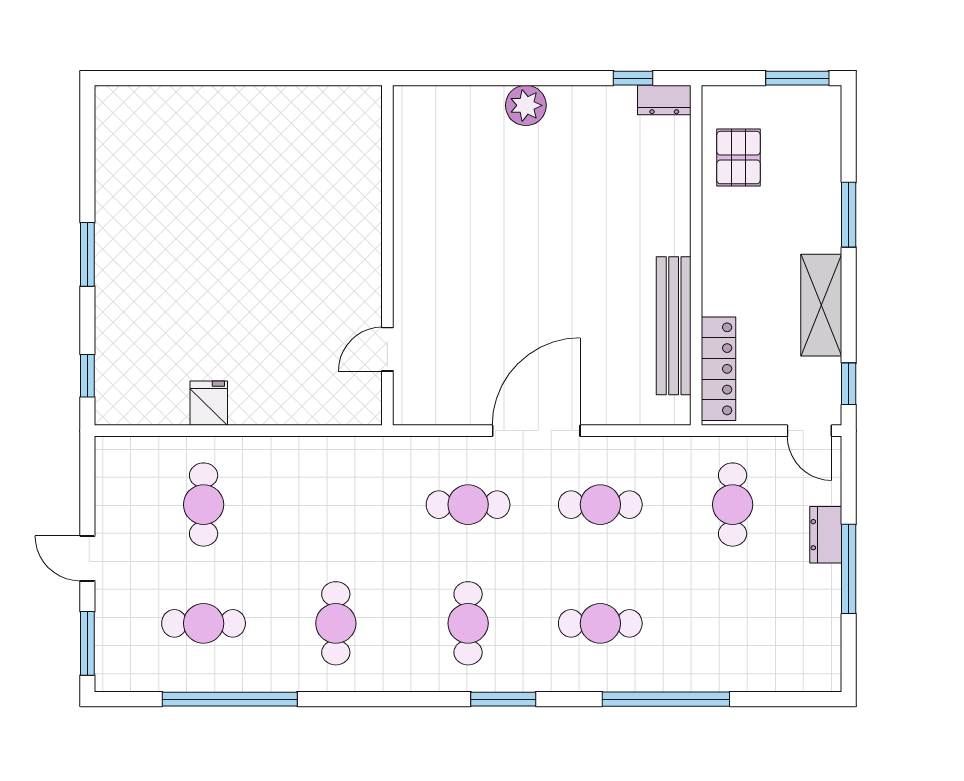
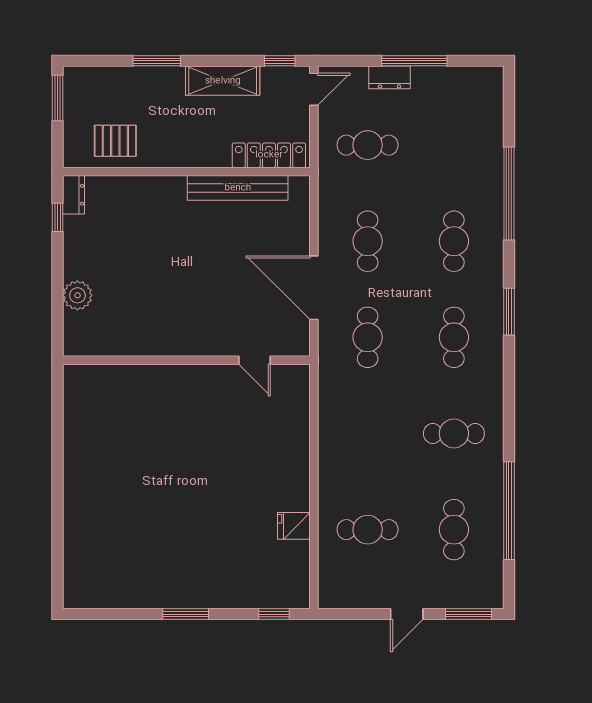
wall: (387, 255) -> (186, 360), moved
door: (387, 349) -> (255, 360), moved
cafe table: (468, 623) -> (454, 337), turned 90

